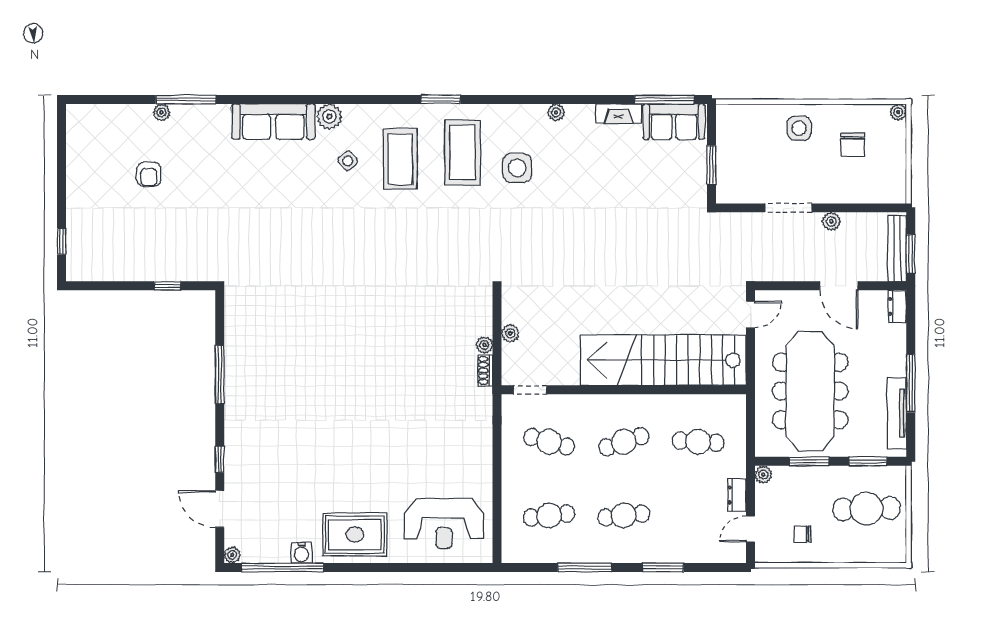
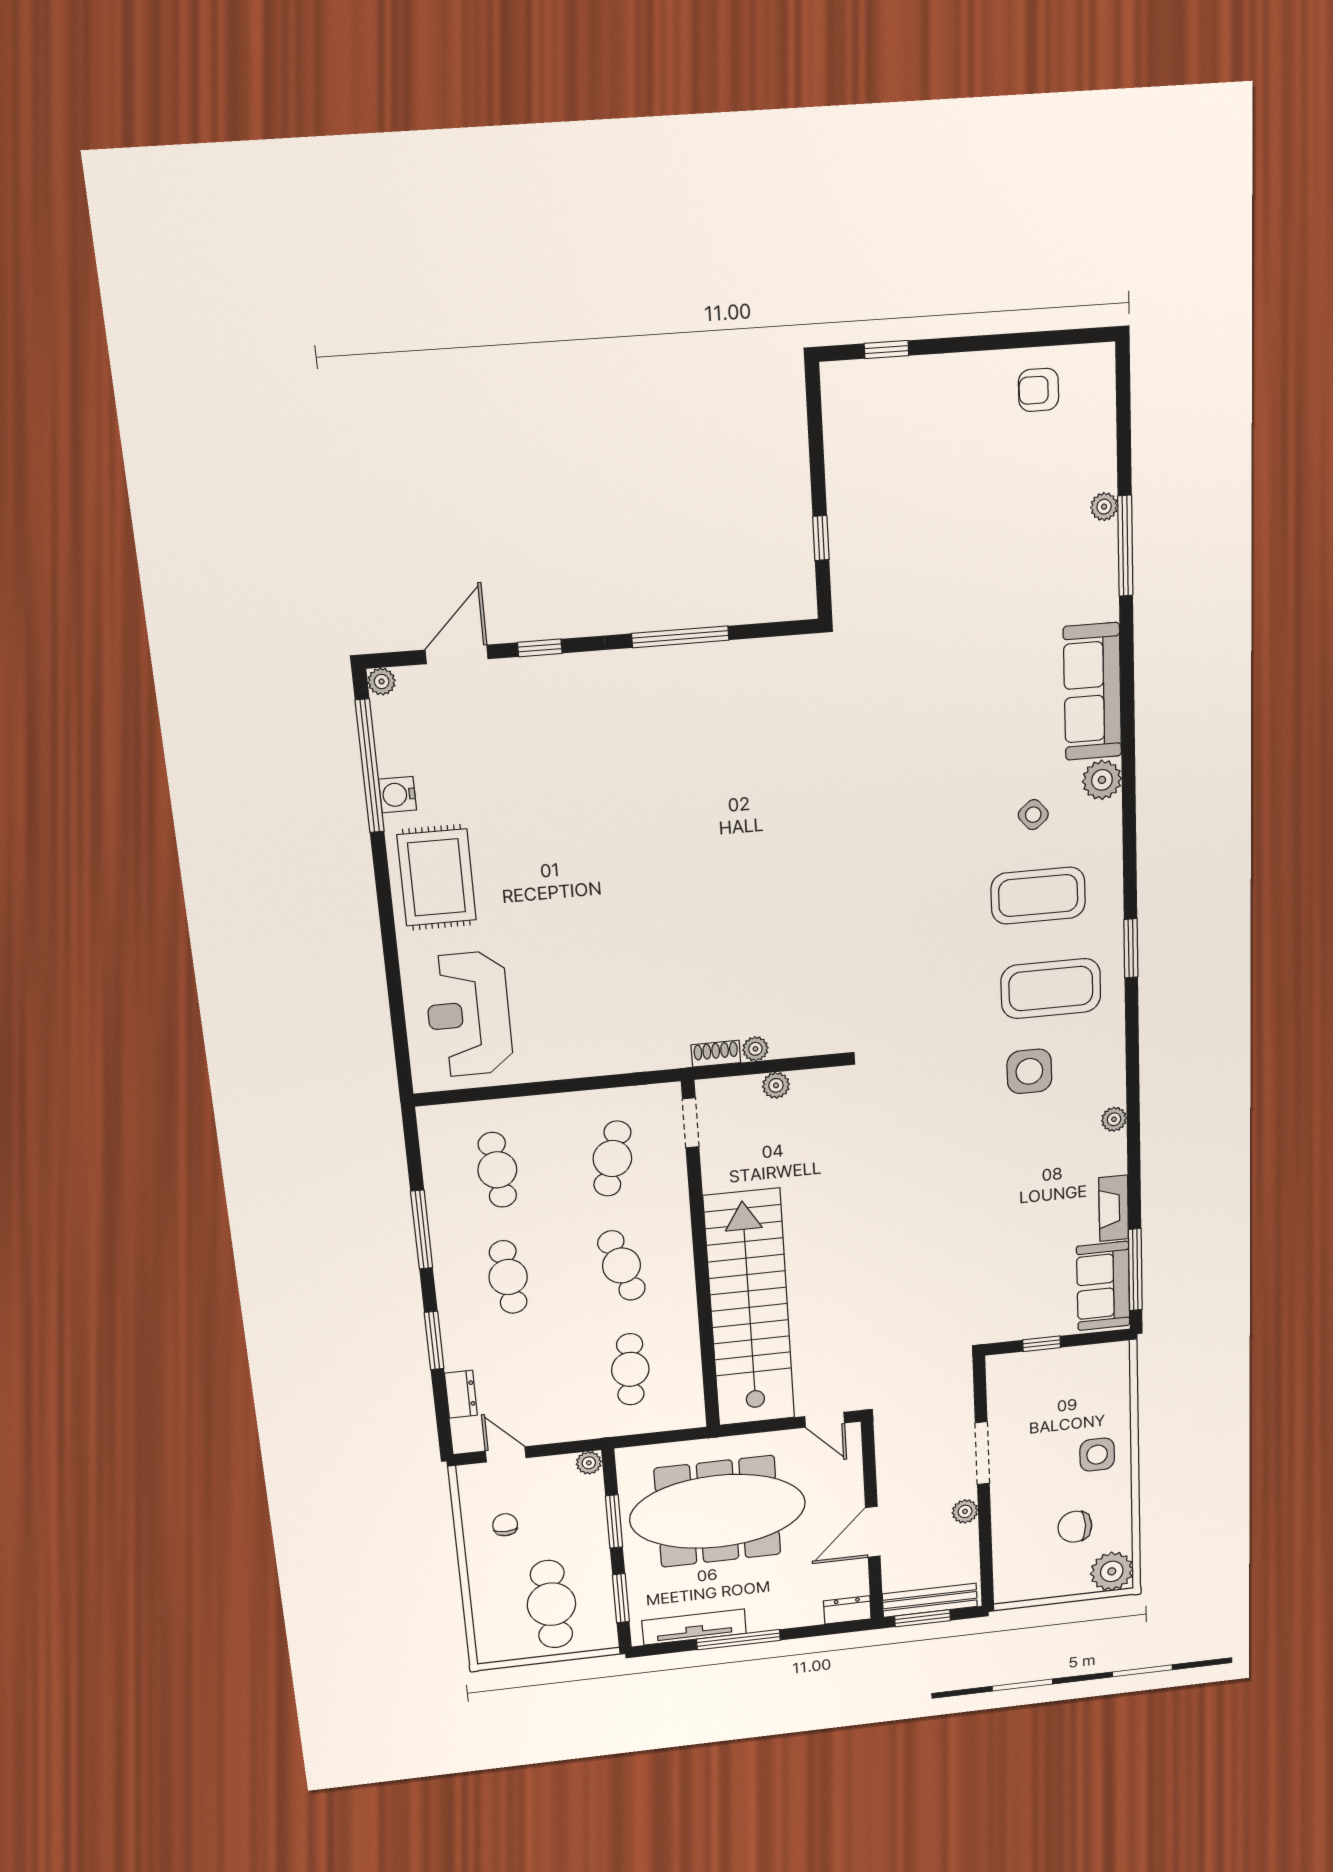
plant: (898, 112) -> (1112, 1571), width x1.87, depth x1.87
window: (711, 165) -> (1042, 1344), width x0.67
armchair: (149, 174) -> (1038, 390), moved
dresser: (737, 495) -> (461, 1394), moved, turned 90

